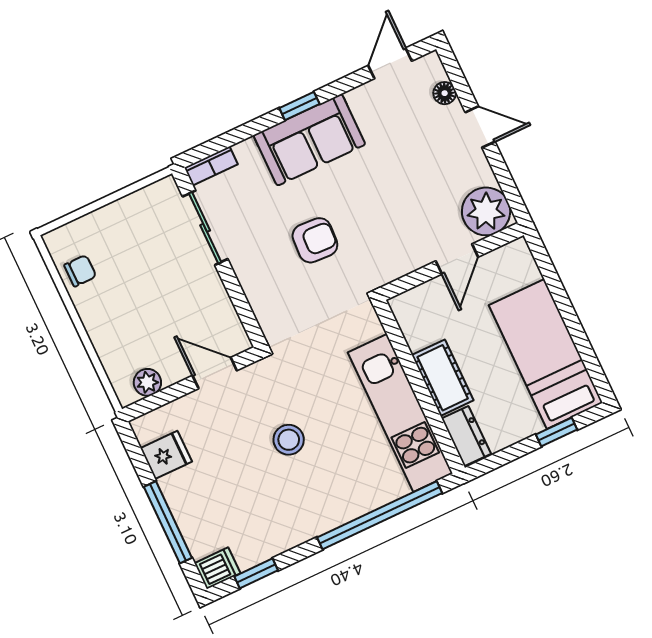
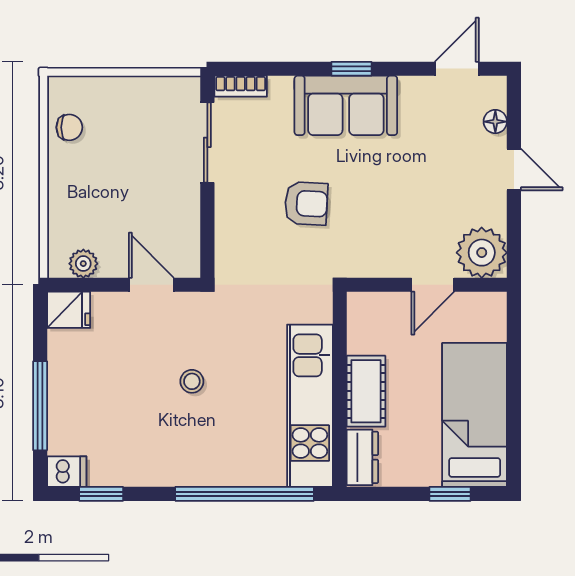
stool: (289, 440) -> (192, 381), width x0.73, depth x0.73
fridge: (166, 455) -> (69, 310), moved

